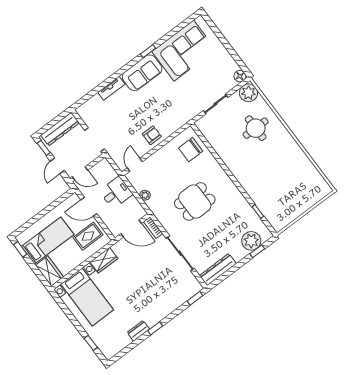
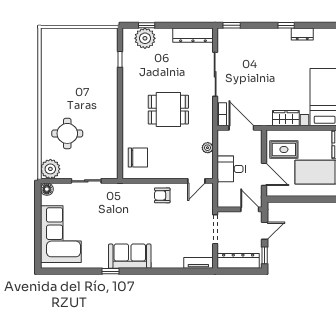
corner sofa: (184, 51) -> (61, 234), moved, turned 90
tv unit: (111, 88) -> (198, 263), moved

